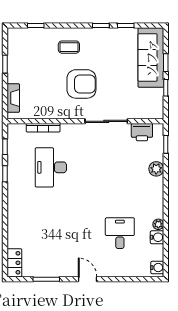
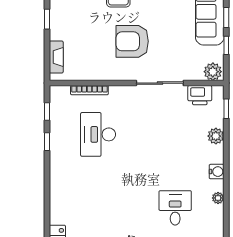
armchair: (81, 84) -> (132, 41), turned 180
plant: (154, 111) -> (213, 72), added
water cooler: (157, 237) -> (217, 172), moved

